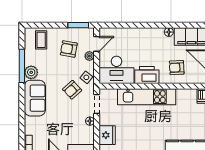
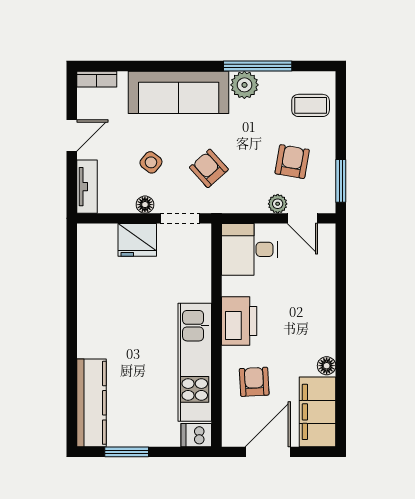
desk: (117, 70) -> (249, 249), width x0.73
side table: (86, 77) -> (151, 162), moved
kitchen unit: (147, 97) -> (195, 362), moved
sofa: (35, 98) -> (179, 92), width x1.36
fridge: (107, 135) -> (137, 240), moved

